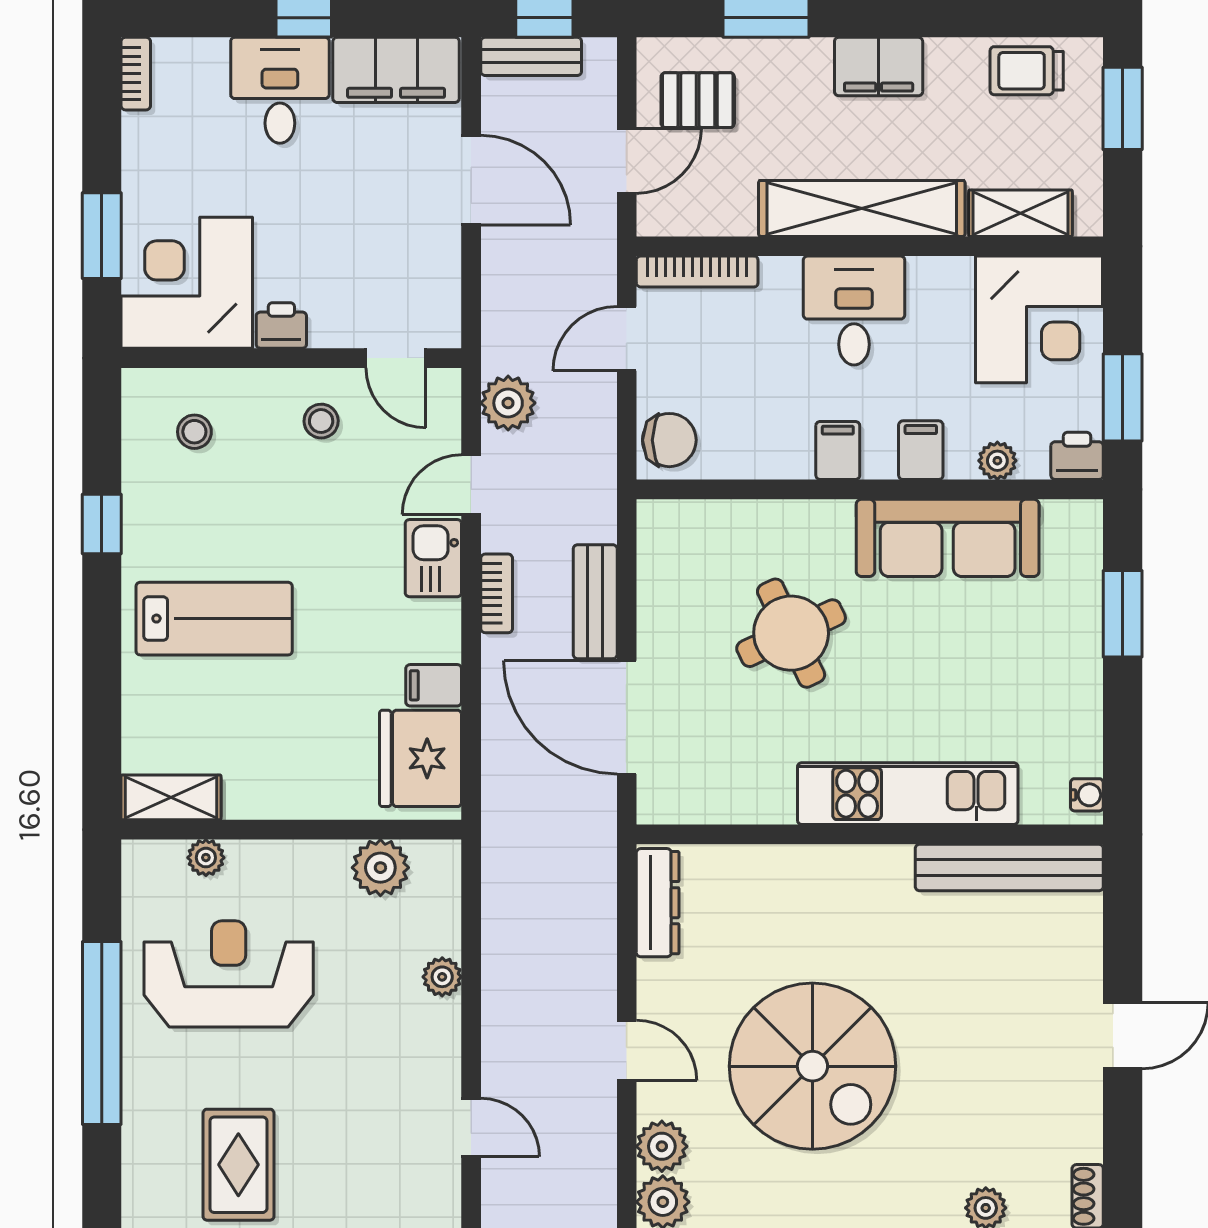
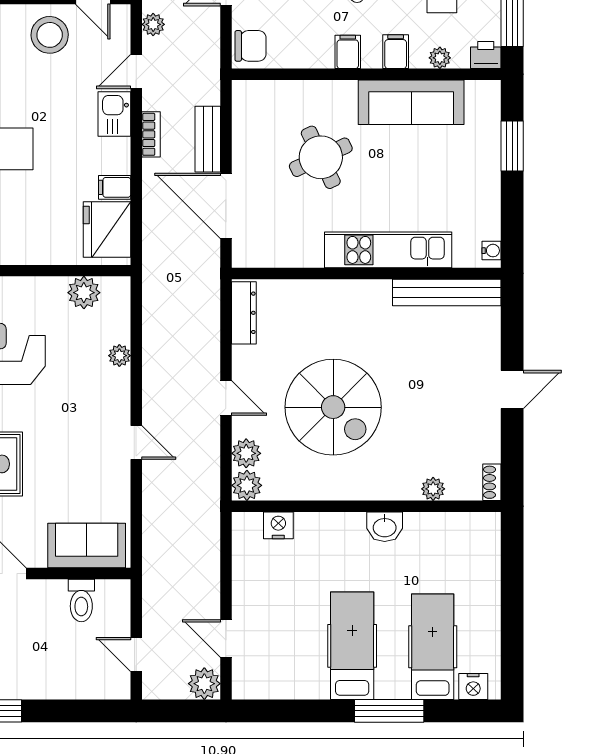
plant: (508, 403) -> (153, 24), width x0.73, depth x0.73
stool: (321, 421) -> (50, 35), width x1.89, depth x1.89

